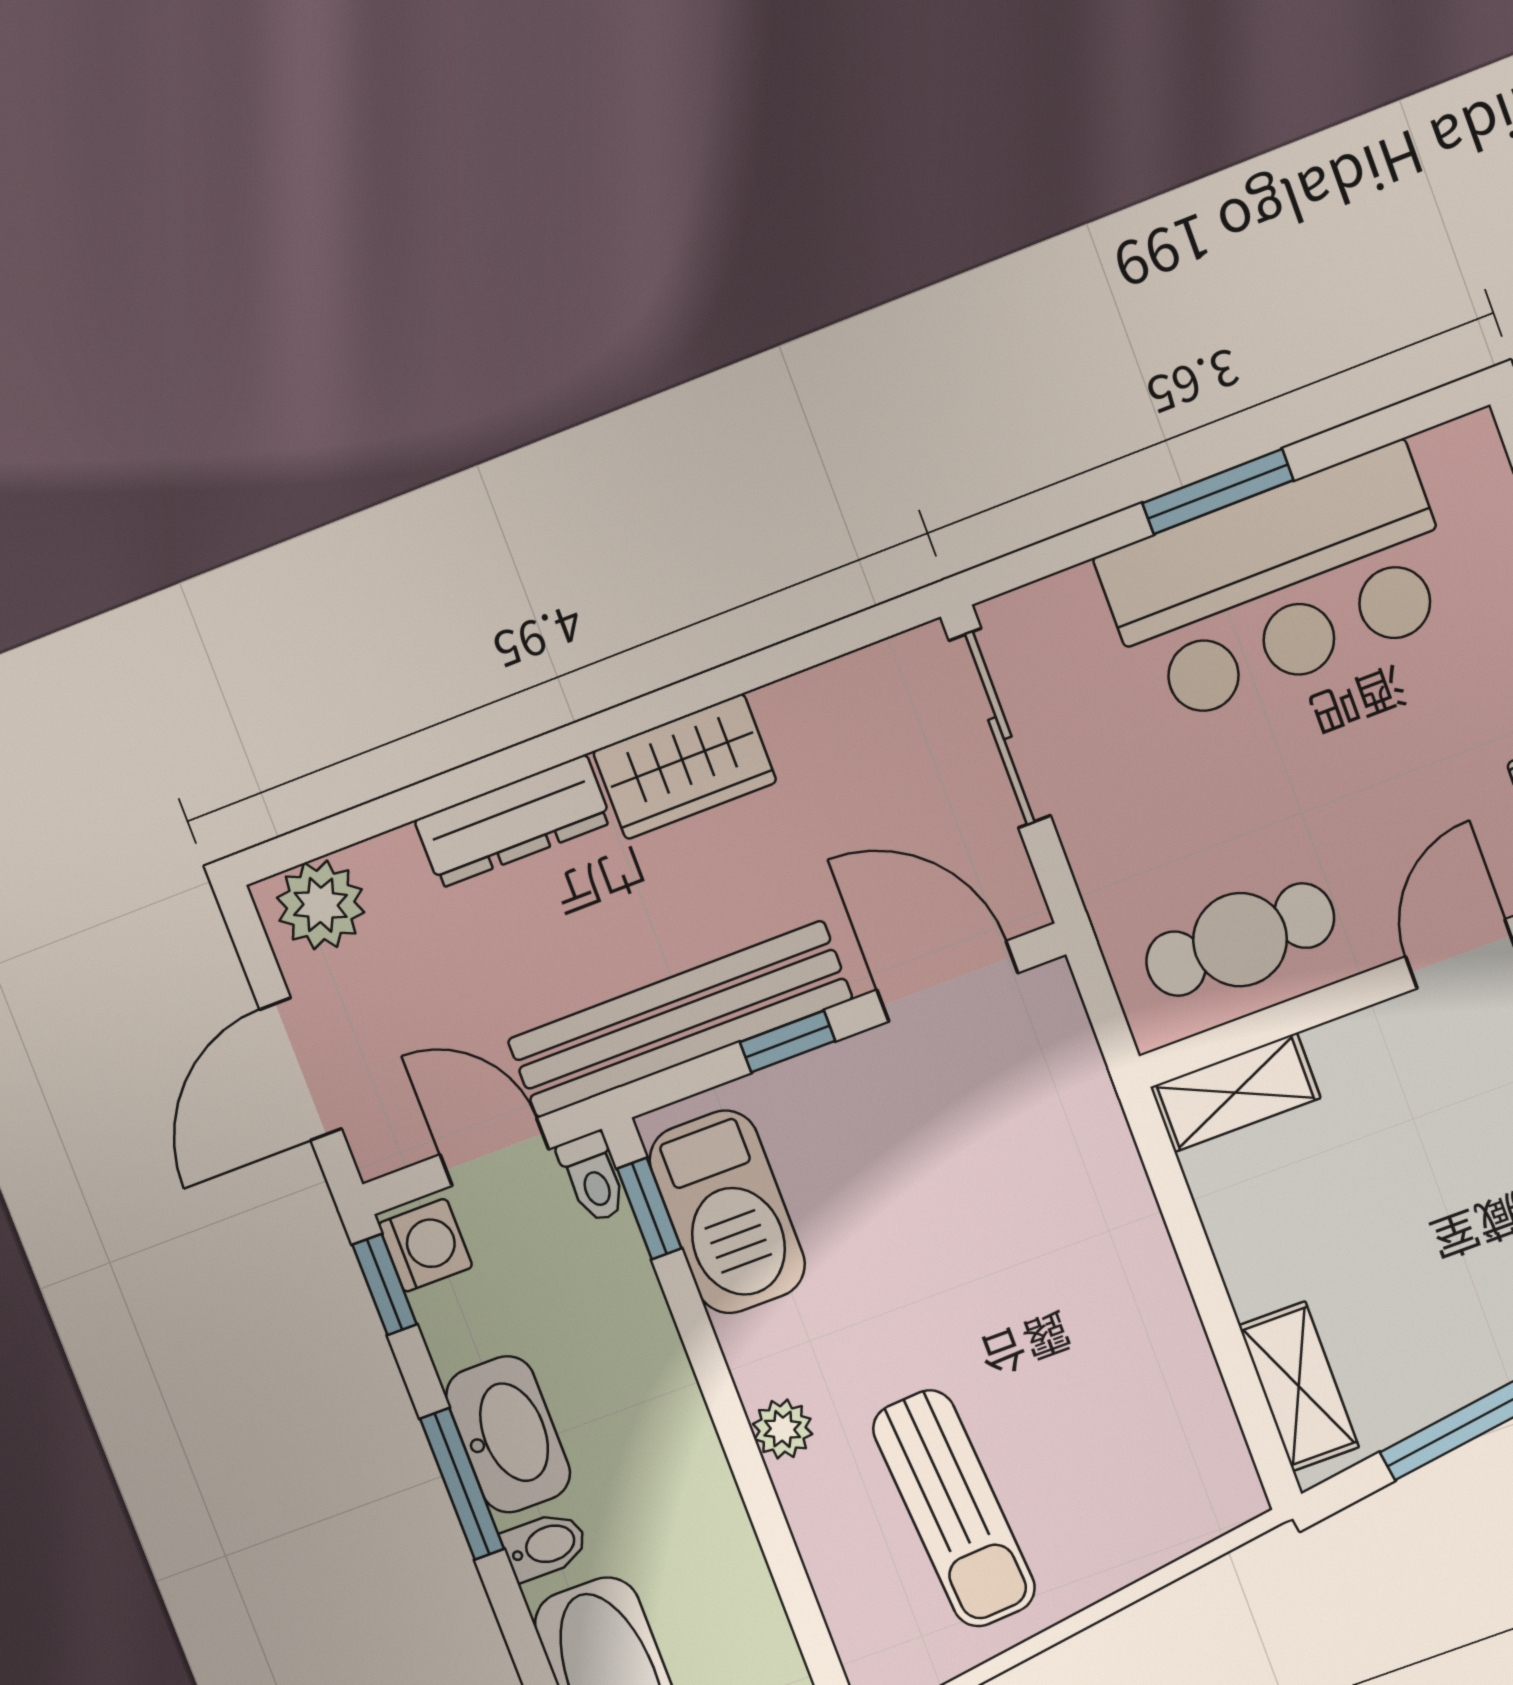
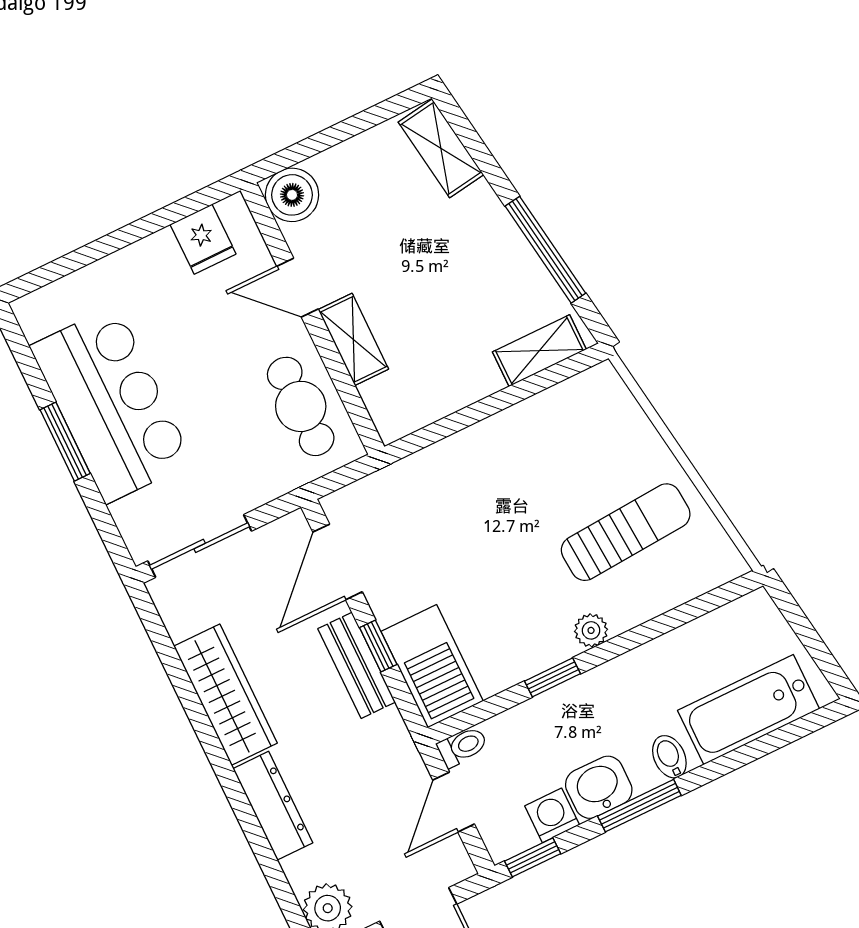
wardrobe: (685, 767) -> (226, 695), width x1.50
bench: (680, 1020) -> (357, 665), width x0.54, depth x0.82
shelving: (1235, 1093) -> (353, 339), moved
window: (649, 1209) -> (553, 677), moved
barbecue: (727, 1212) -> (432, 666), moved, turned 90
washing machine: (425, 1245) -> (552, 815), moved
washbasin: (508, 1434) -> (599, 787), width x0.72

